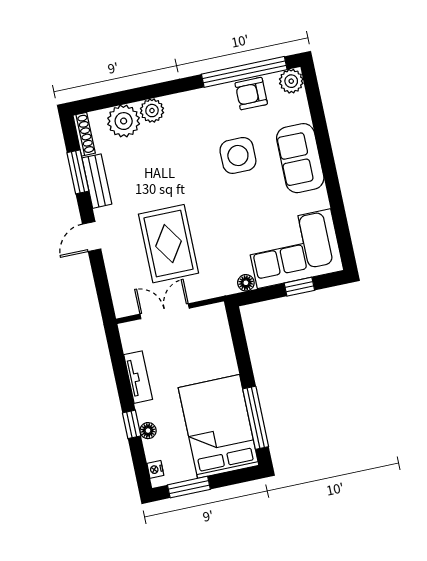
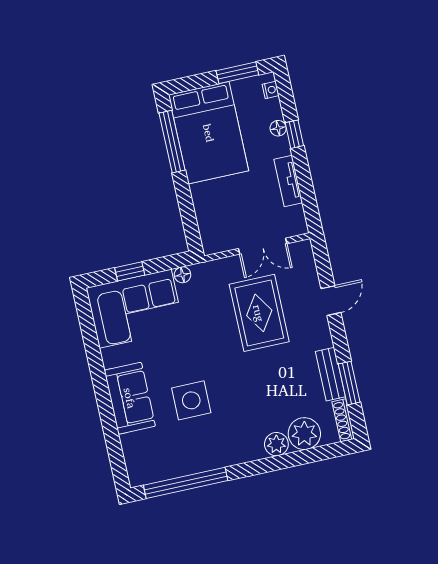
plant: (291, 81) -> (139, 474), removed
armchair: (251, 94) -> (179, 462), removed
door: (92, 236) -> (331, 301), moved

